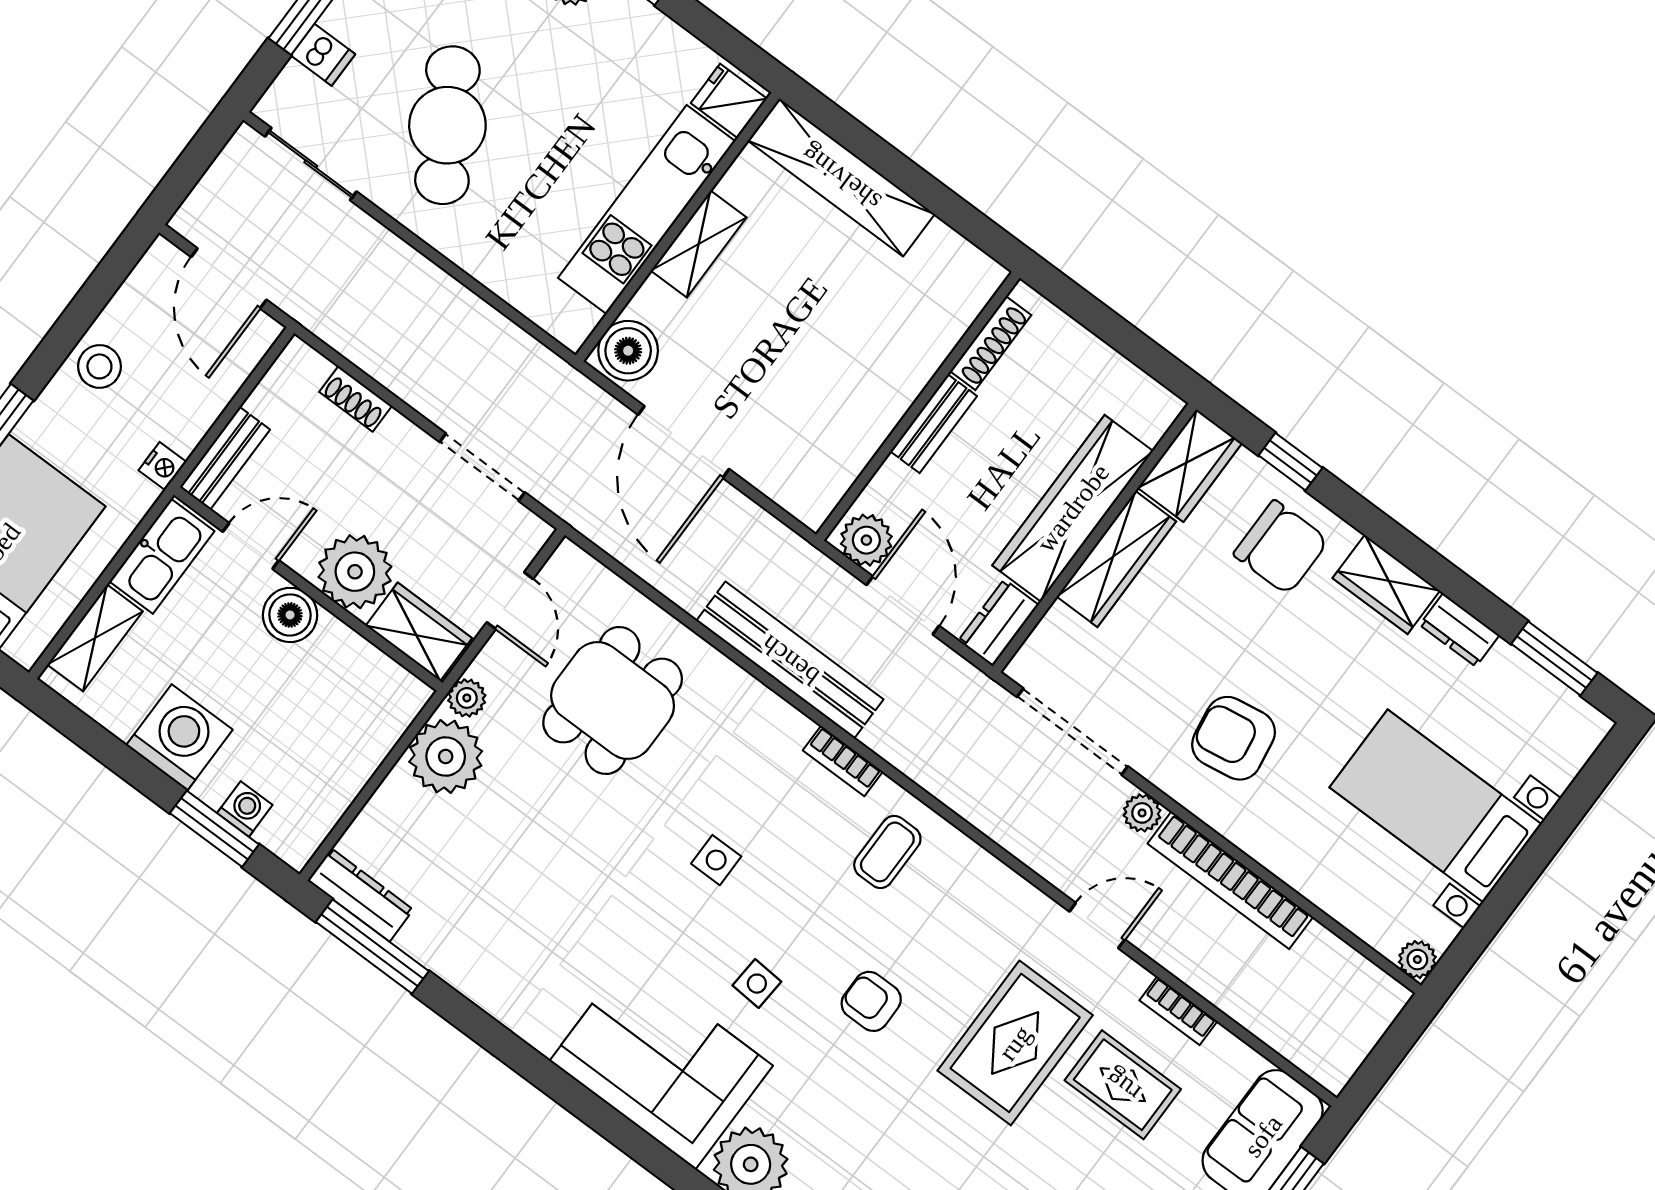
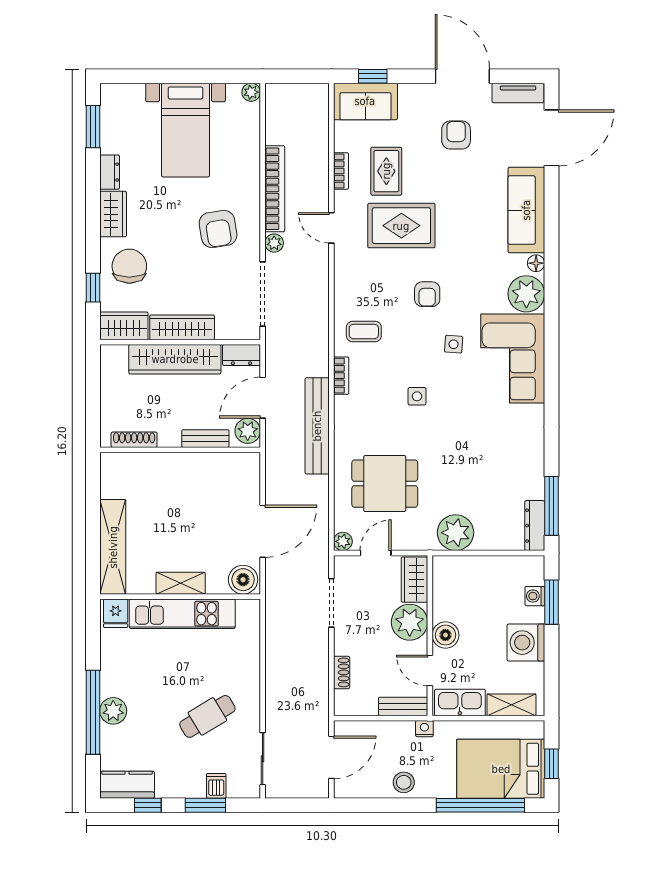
cafe table: (447, 125) -> (207, 716), width x0.73, depth x0.74
bench: (934, 424) -> (205, 439), moved
plant: (467, 698) -> (343, 541), moved

